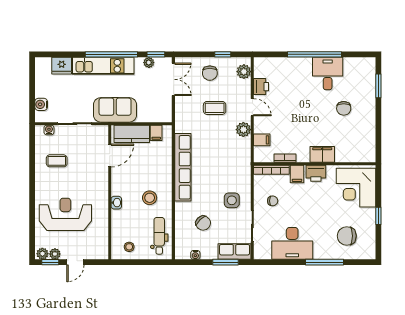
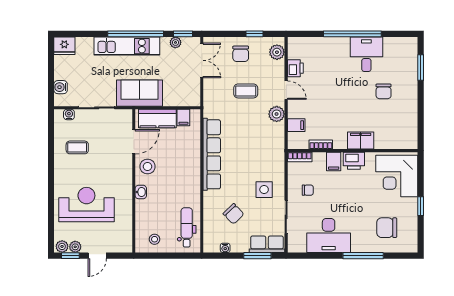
fridge: (62, 66) -> (64, 46), moved
bookcase: (271, 170) -> (300, 157), width x0.64
stool: (150, 198) -> (148, 166), moved

